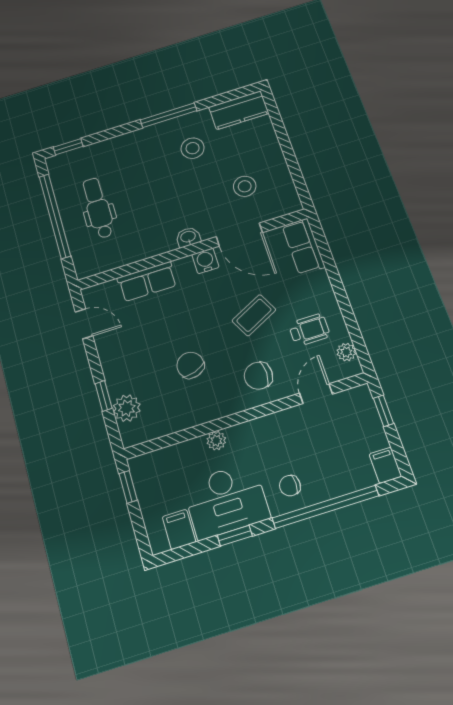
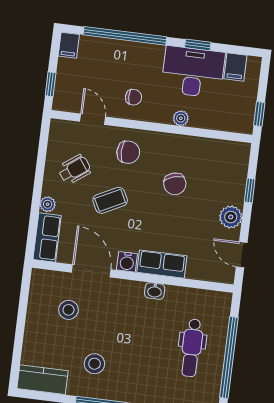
washbasin: (188, 237) -> (155, 291), moved
row of seats: (147, 282) -> (162, 264), moved
wheelchair: (309, 330) -> (74, 169), turned 144
plant: (346, 352) -> (48, 204), moved
door: (316, 394) -> (93, 119), swing flipped
plant: (127, 408) -> (231, 217), moved
chair: (290, 486) -> (134, 97), moved

